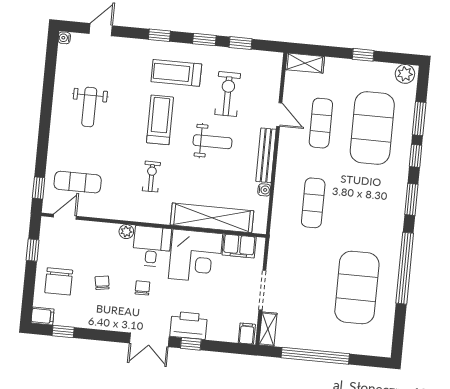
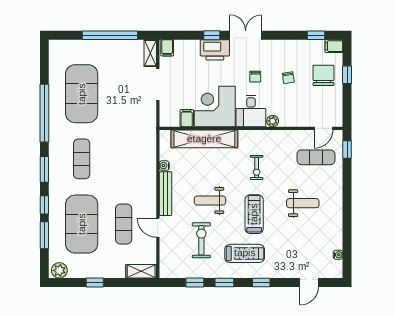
water cooler: (64, 38) -> (338, 255), moved
exercise bike: (228, 94) -> (201, 240), turned 180
weight bench: (89, 107) -> (303, 203), moved, turned 90
treadmill: (160, 120) -> (254, 214), turned 180
exercise mat: (313, 203) -> (82, 159), moved
filing cabinet: (239, 246) -> (187, 118), width x0.50
window: (33, 250) -> (347, 75), moved

